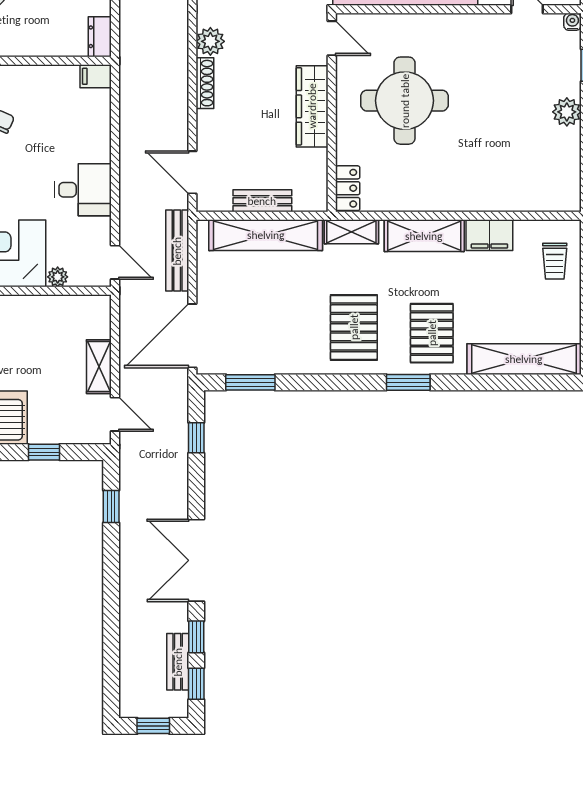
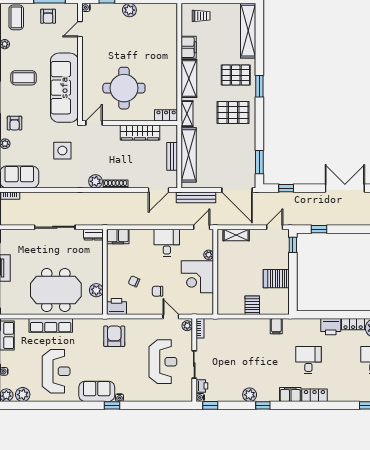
filing cabinet: (96, 76) -> (118, 237), width x2.00
wardrobe: (312, 106) -> (140, 132), moved
shelving: (99, 367) -> (236, 235), moved
window: (44, 452) -> (293, 245), moved
double door: (196, 560) -> (345, 188), swing flipped

